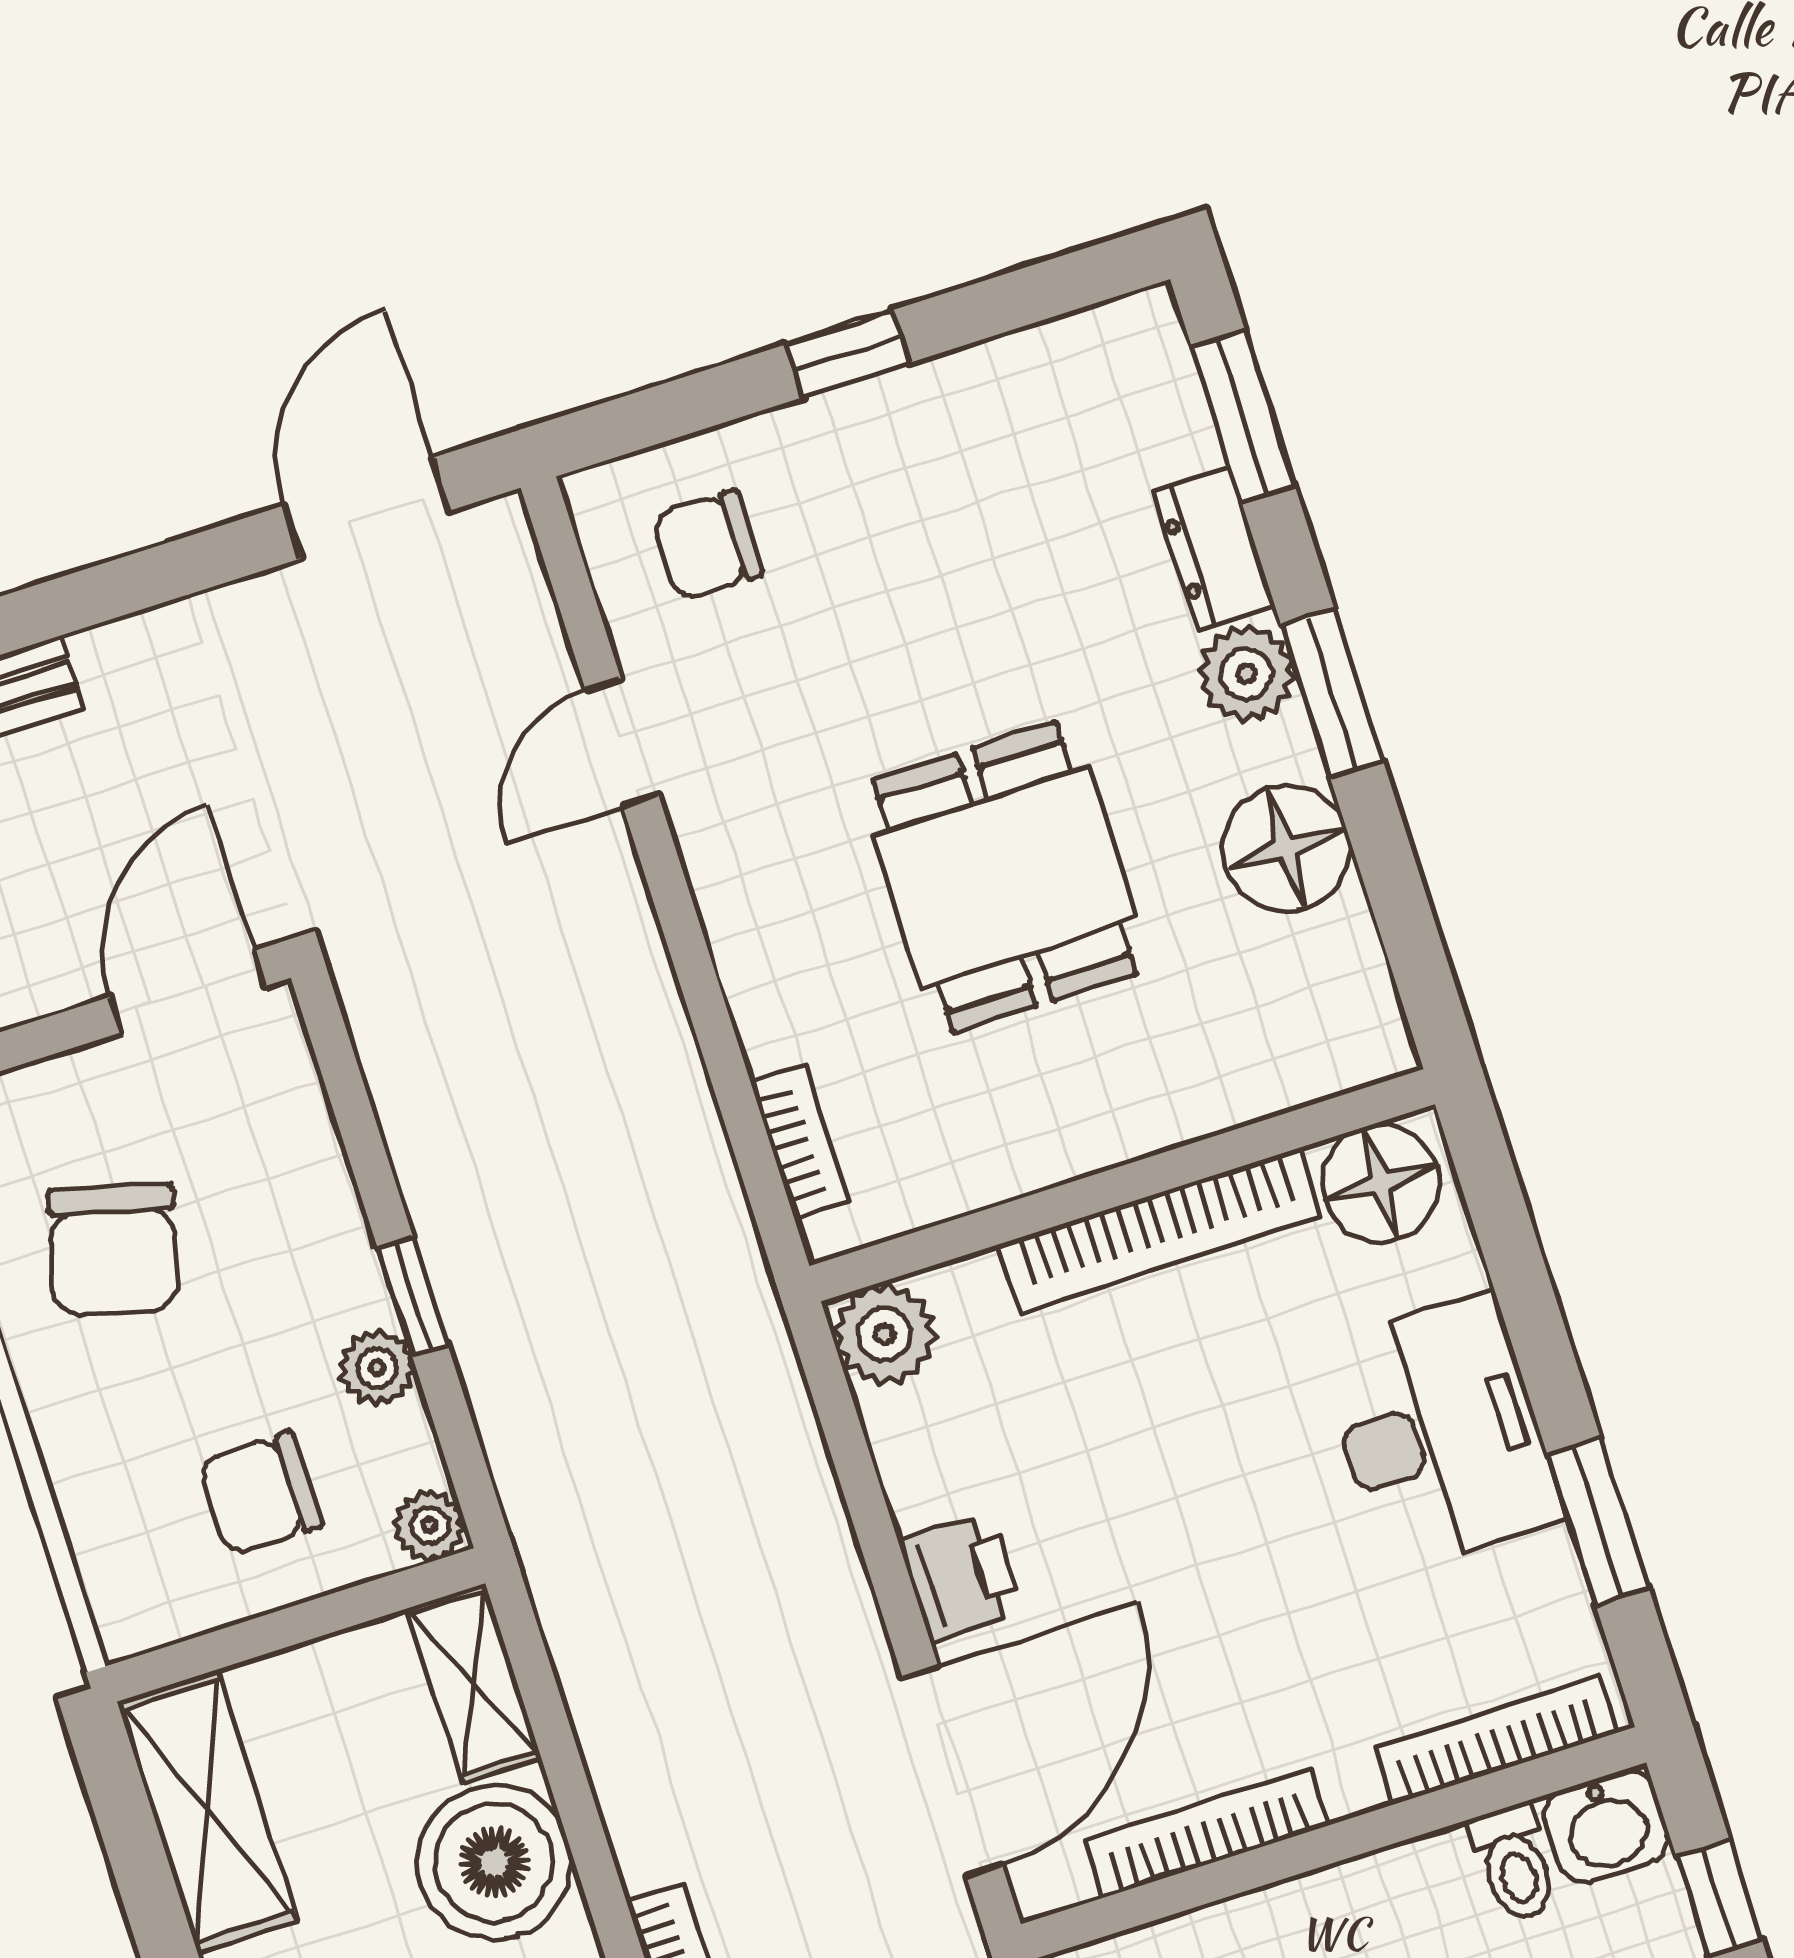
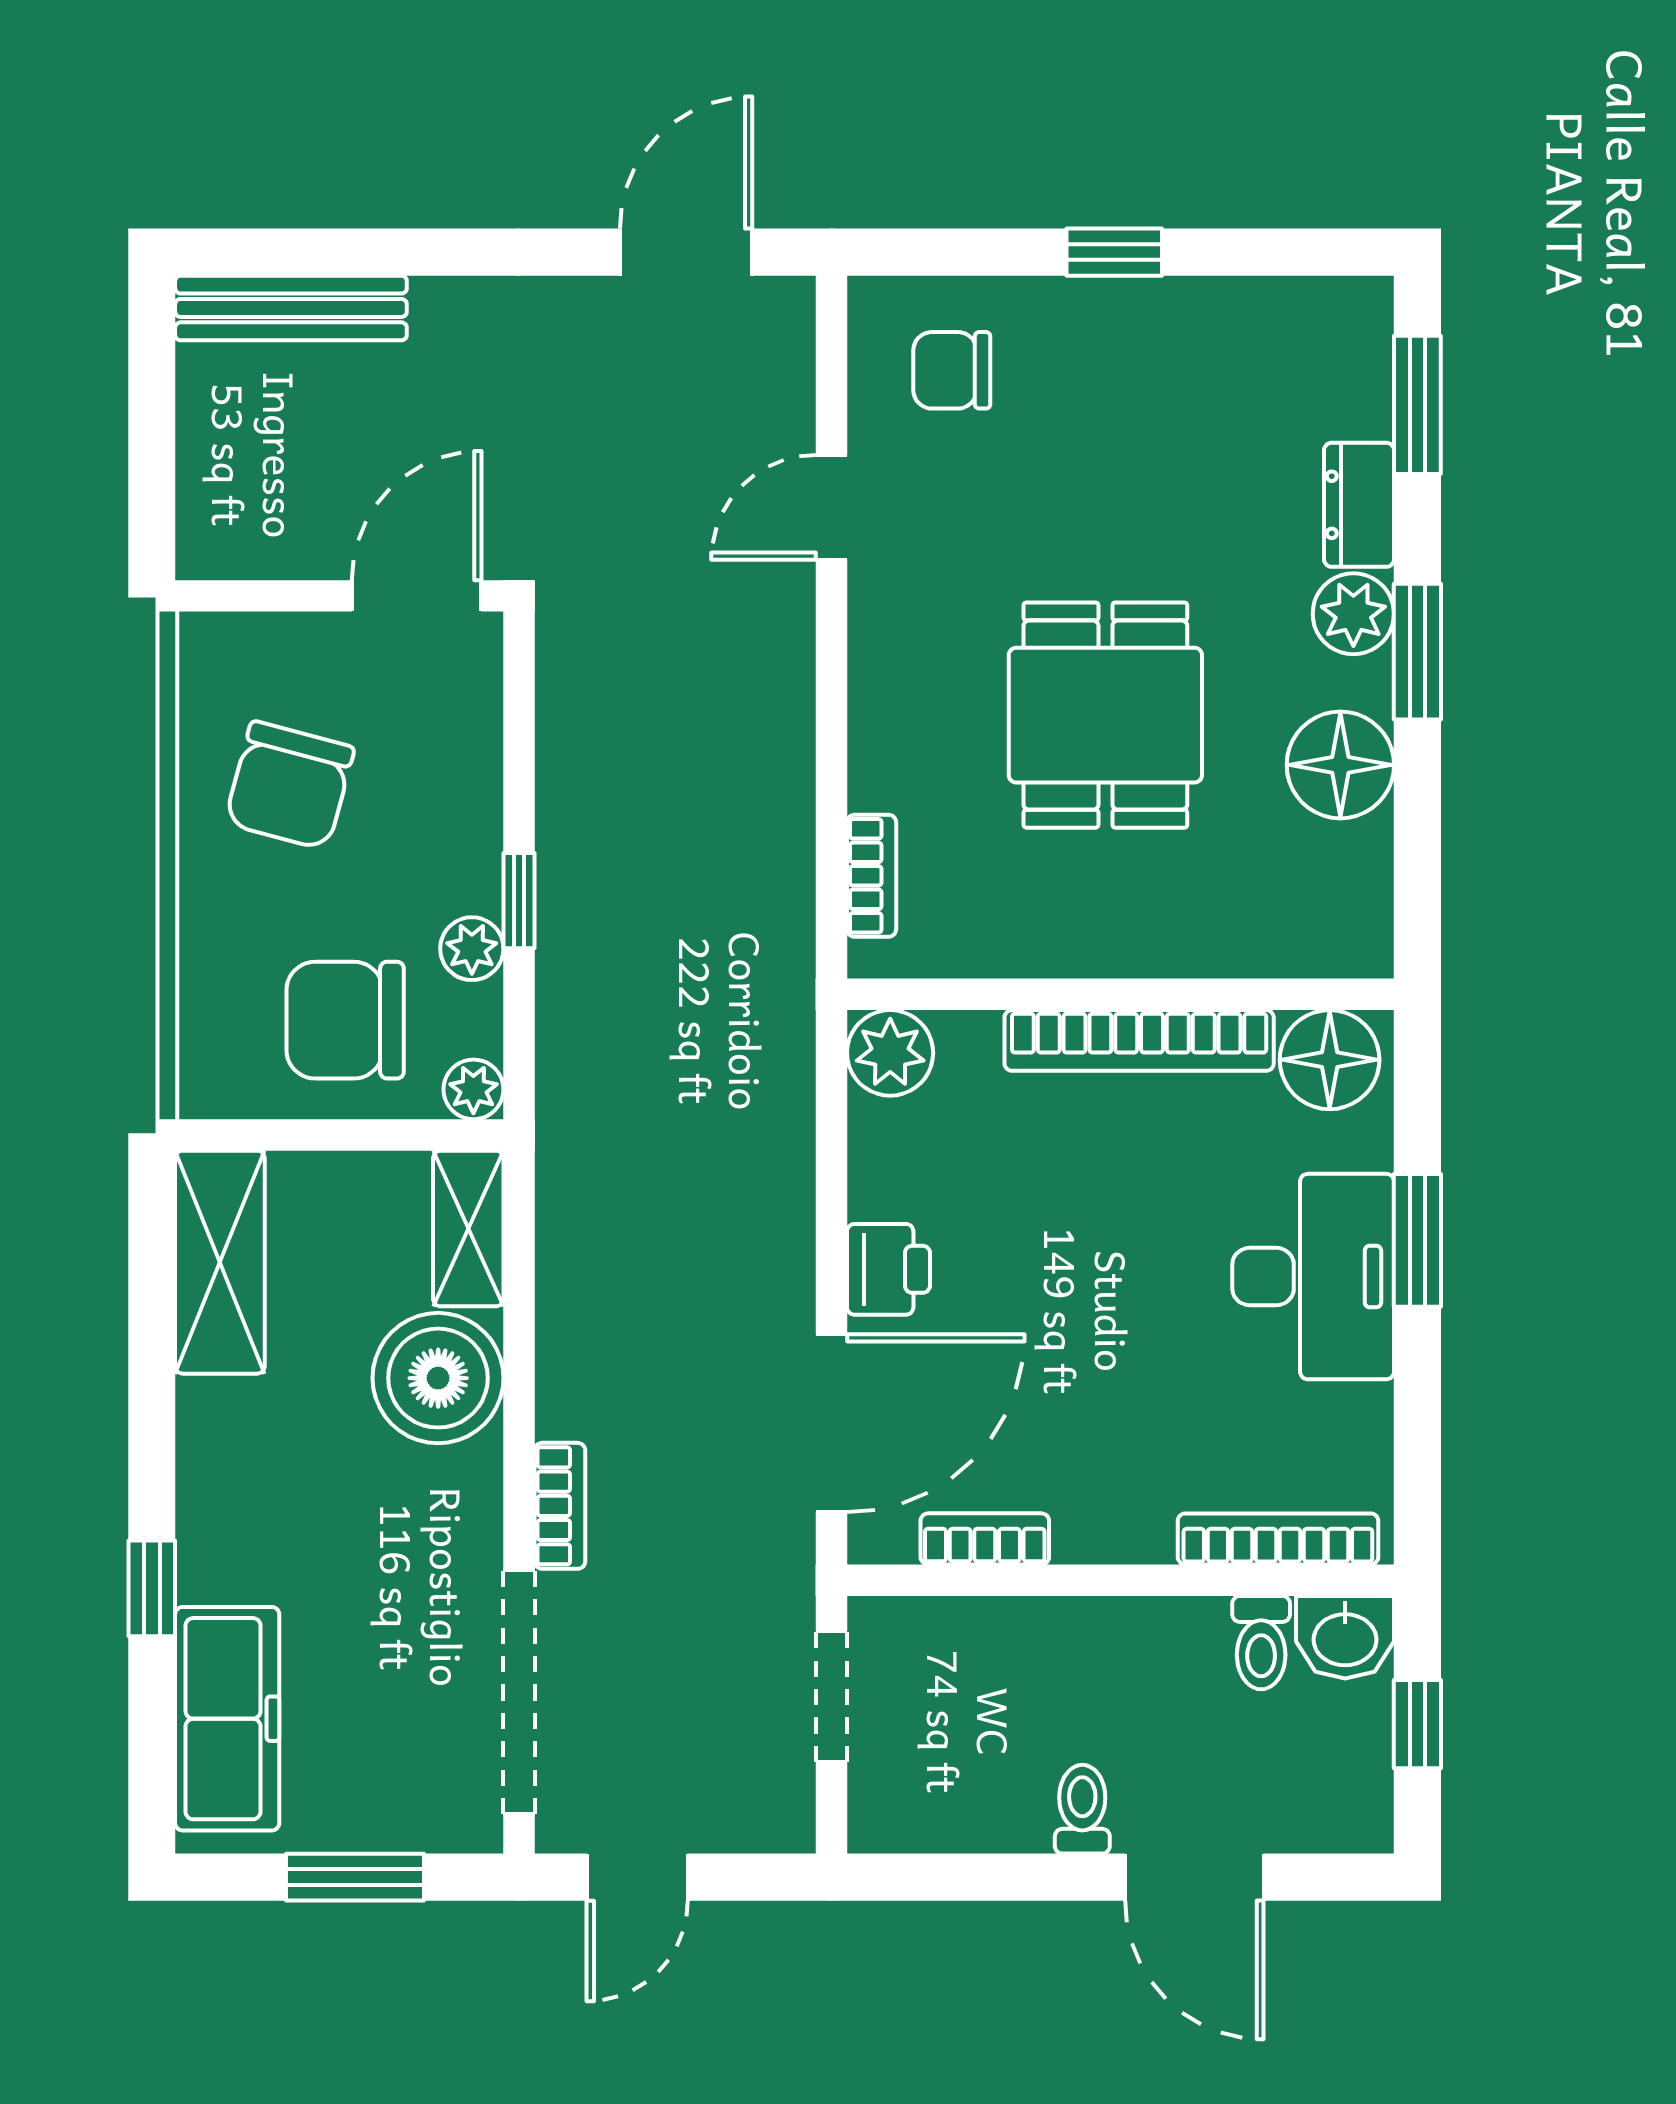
chair: (260, 1494) -> (345, 1020), width x1.37, depth x1.37
window: (1598, 1522) -> (1417, 1240), moved
bookcase: (1207, 1833) -> (985, 1539), width x0.64

